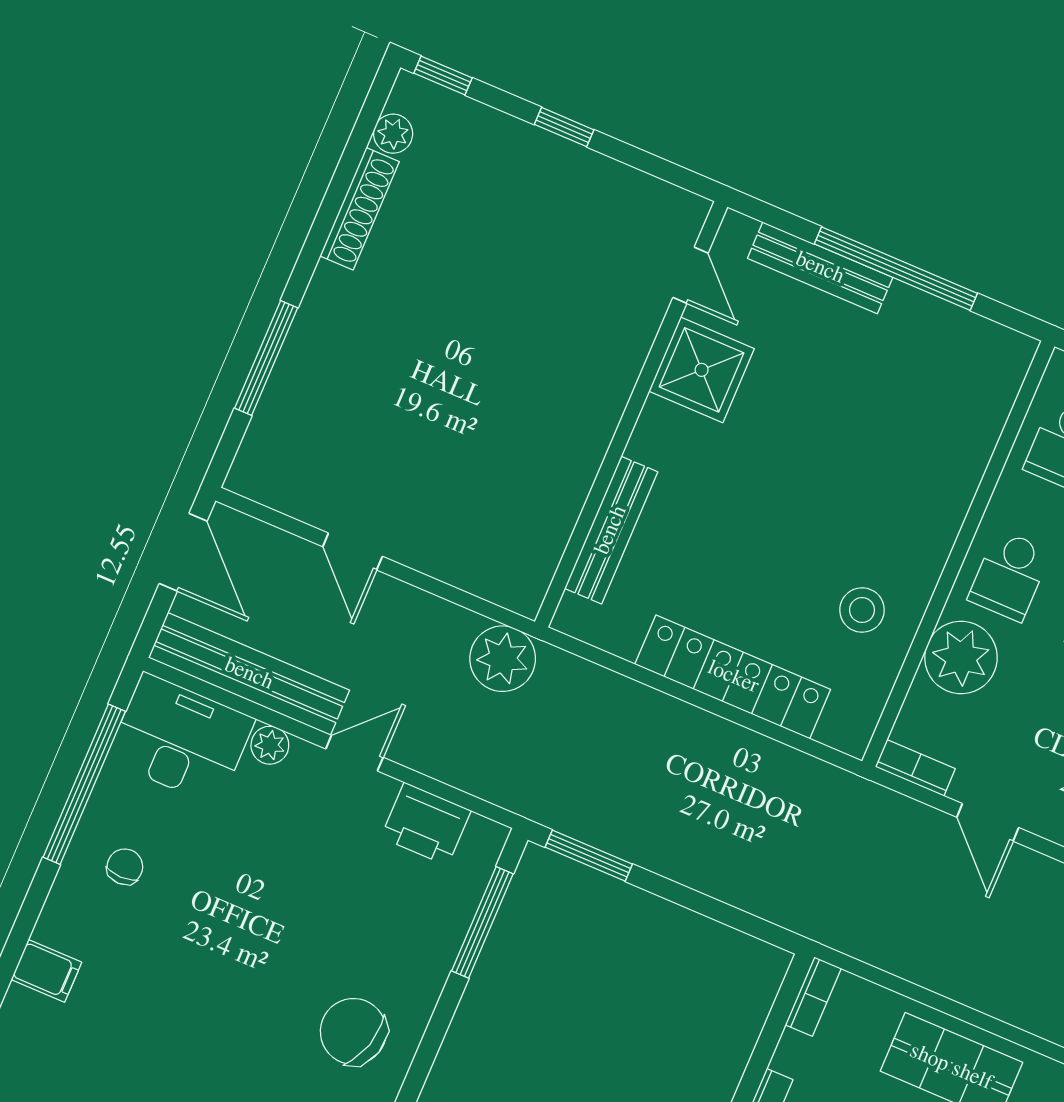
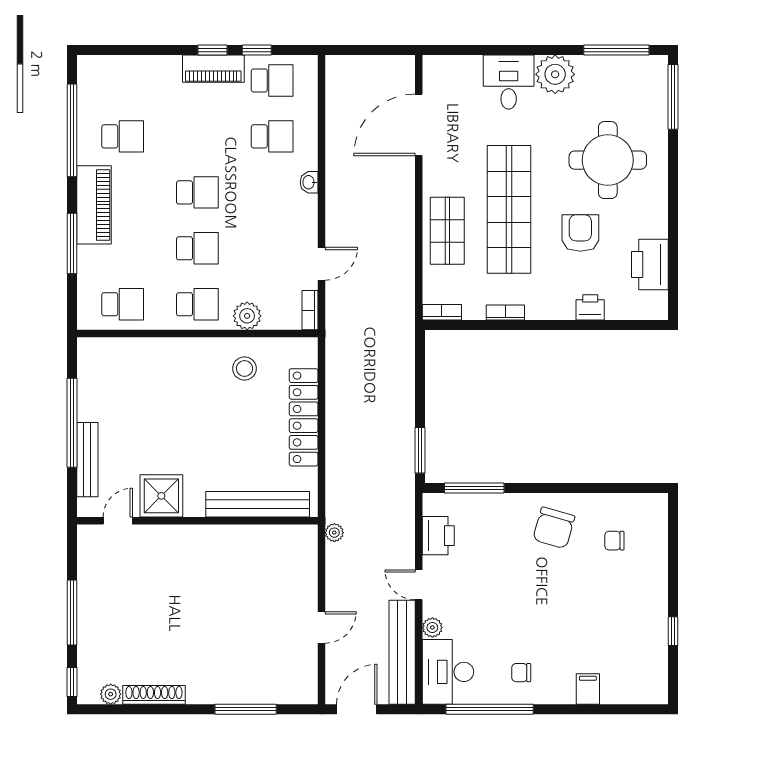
window: (564, 127) -> (72, 613), width x2.17
bench: (611, 530) -> (258, 504), width x1.37, depth x1.21
plant: (961, 658) -> (247, 316), width x0.73, depth x0.73
plant: (503, 659) -> (334, 533), width x0.53, depth x0.53

